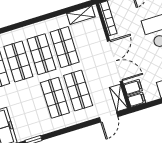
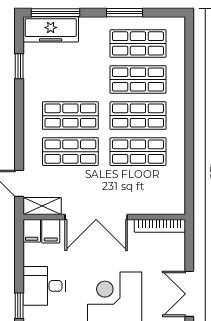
shelving: (81, 15) -> (177, 189), removed

